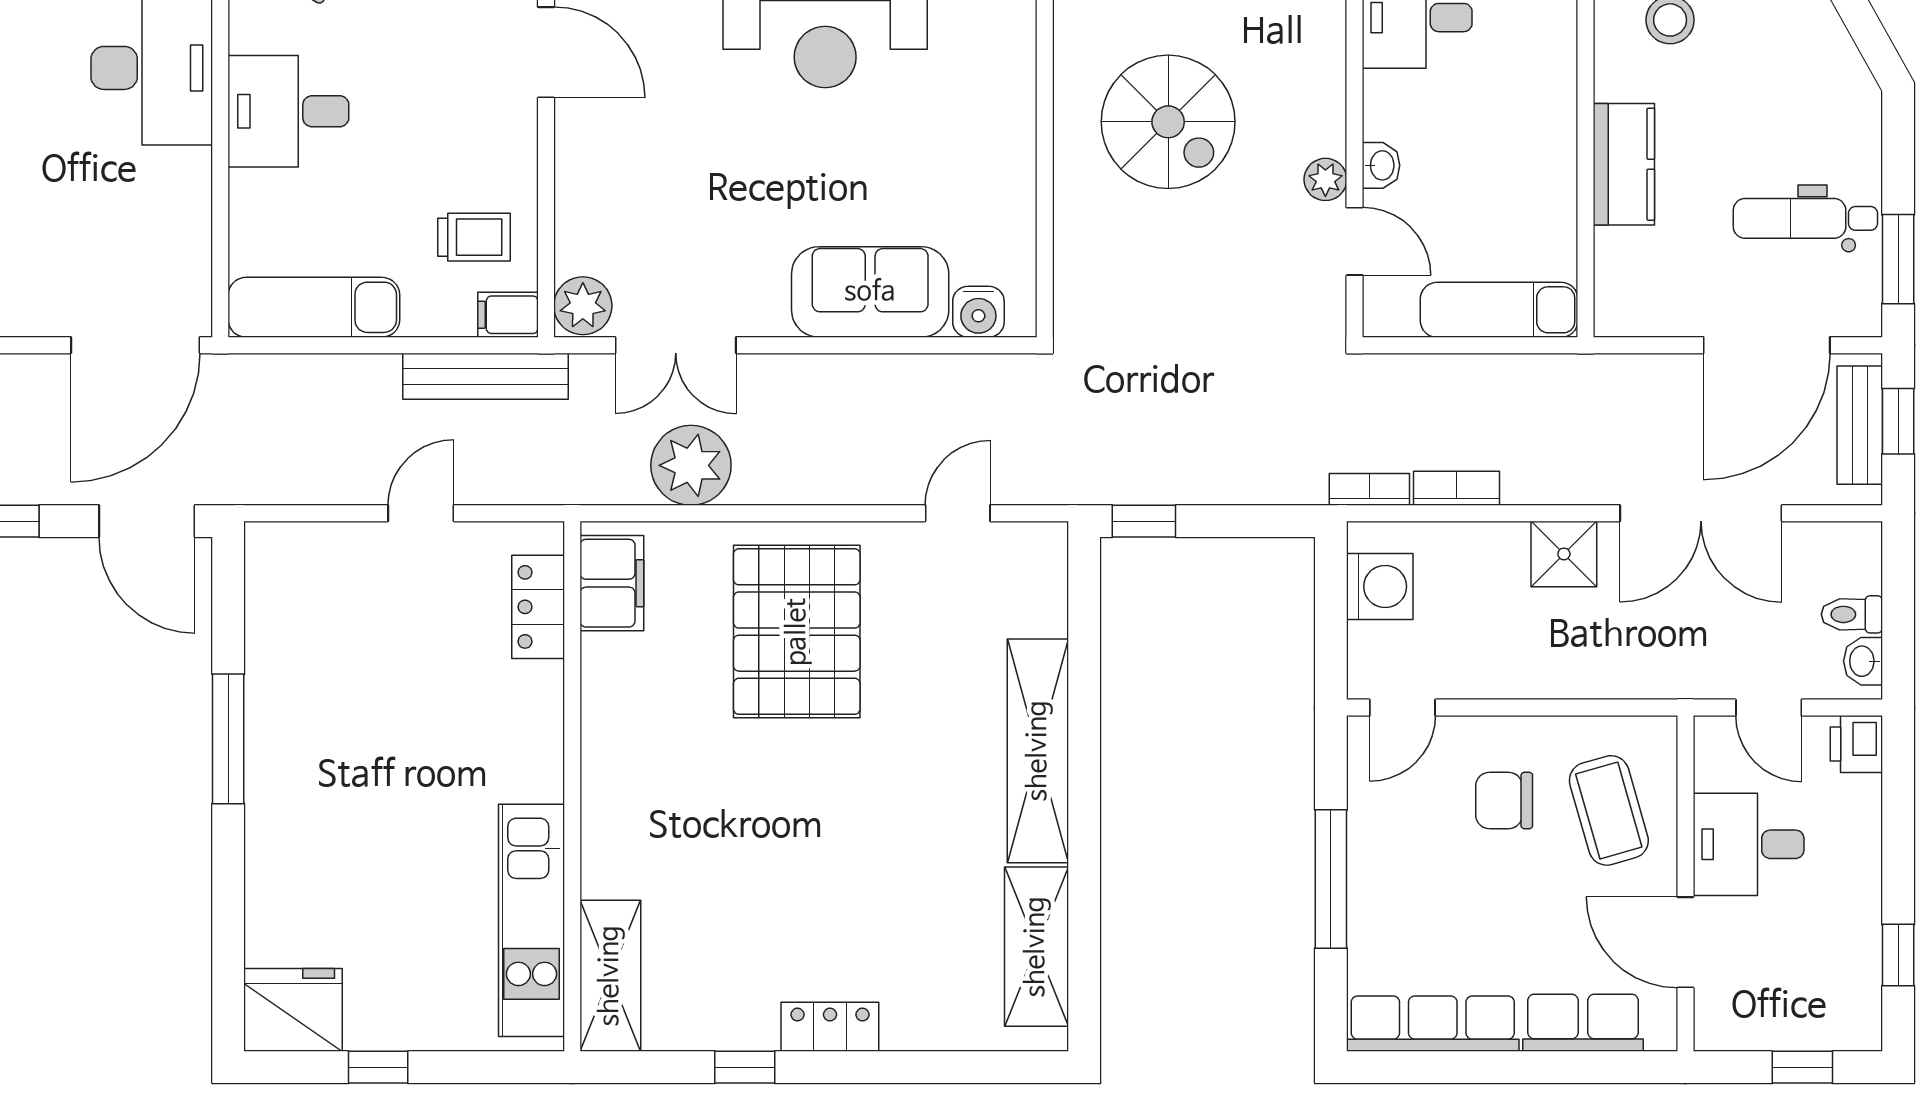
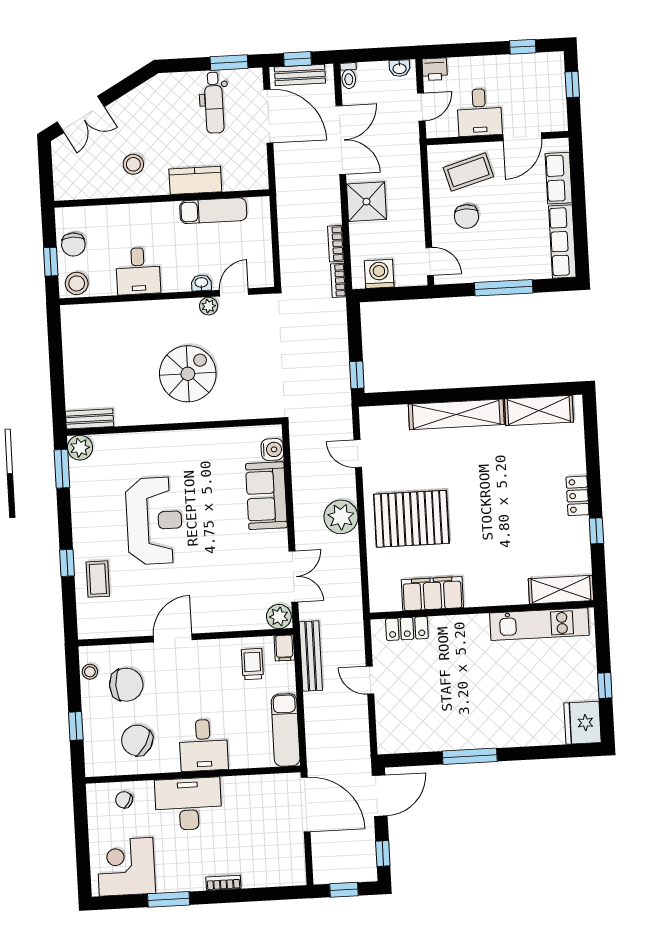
exam couch: (1499, 310) -> (213, 211), moved, turned -90
plant: (691, 465) -> (341, 517), moved
shower: (1564, 554) -> (366, 202), width x1.36, depth x1.36
filing cabinet: (612, 583) -> (432, 594), moved, width x1.50, depth x1.17
toilet: (1852, 614) -> (349, 76), moved

